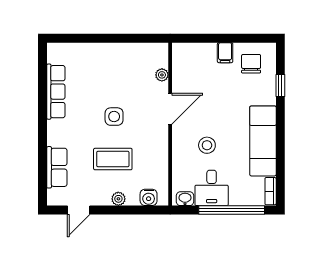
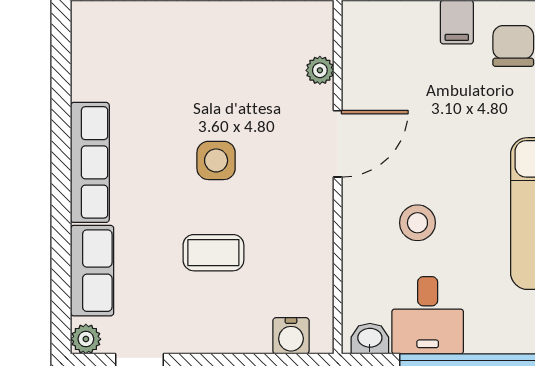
row of seats: (56, 92) -> (90, 162), moved
coffee table: (113, 159) -> (213, 253), width x0.73, depth x0.77
plant: (118, 199) -> (86, 339), moved

